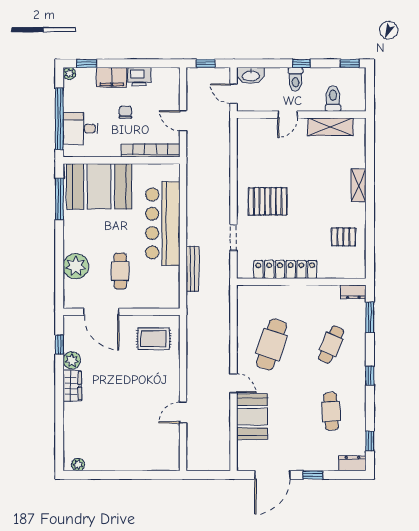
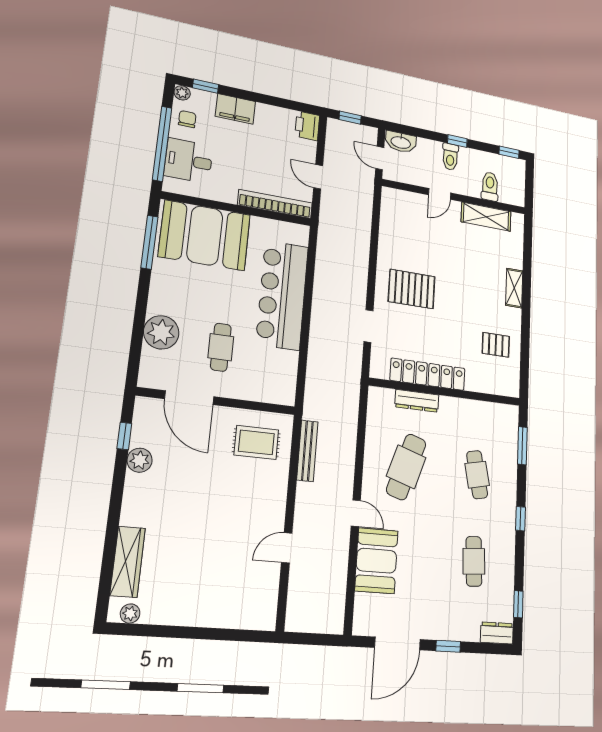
printer: (139, 77) -> (307, 126), moved, turned 90
chair: (125, 112) -> (187, 119), moved
bench: (193, 269) -> (307, 451), moved
dresser: (353, 292) -> (417, 401), moved, width x1.44
cafe table: (331, 344) -> (477, 475), turned -36
wardrobe: (72, 386) -> (128, 562), moved, width x1.50

